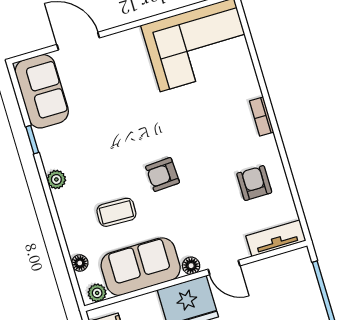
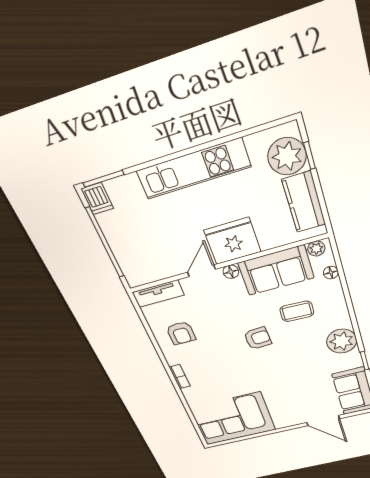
plant: (56, 179) -> (342, 341), width x1.88, depth x1.88
door: (224, 267) -> (201, 271), hinge flipped

